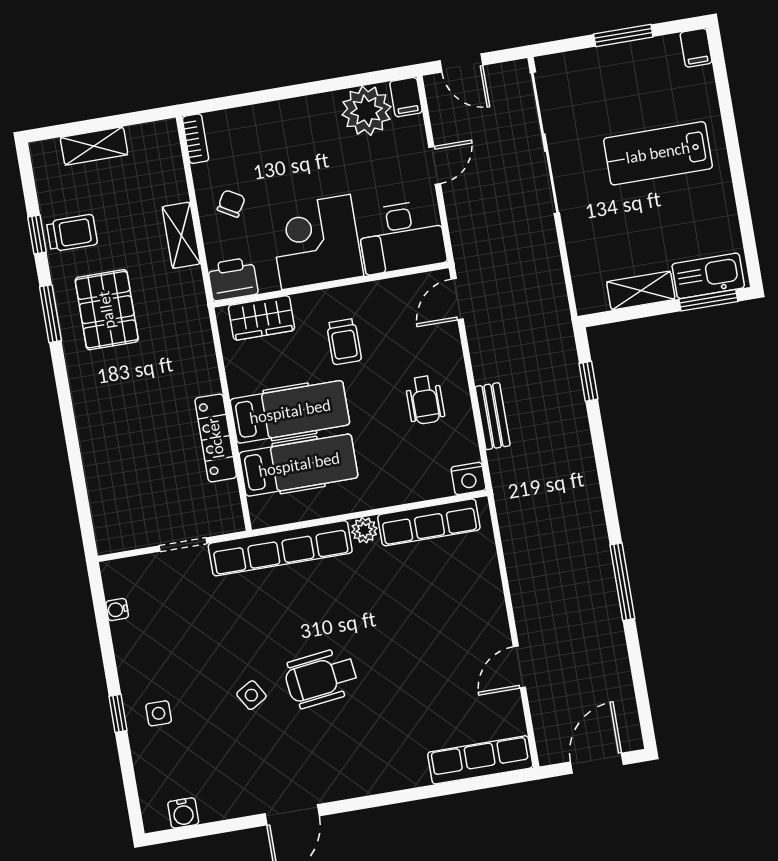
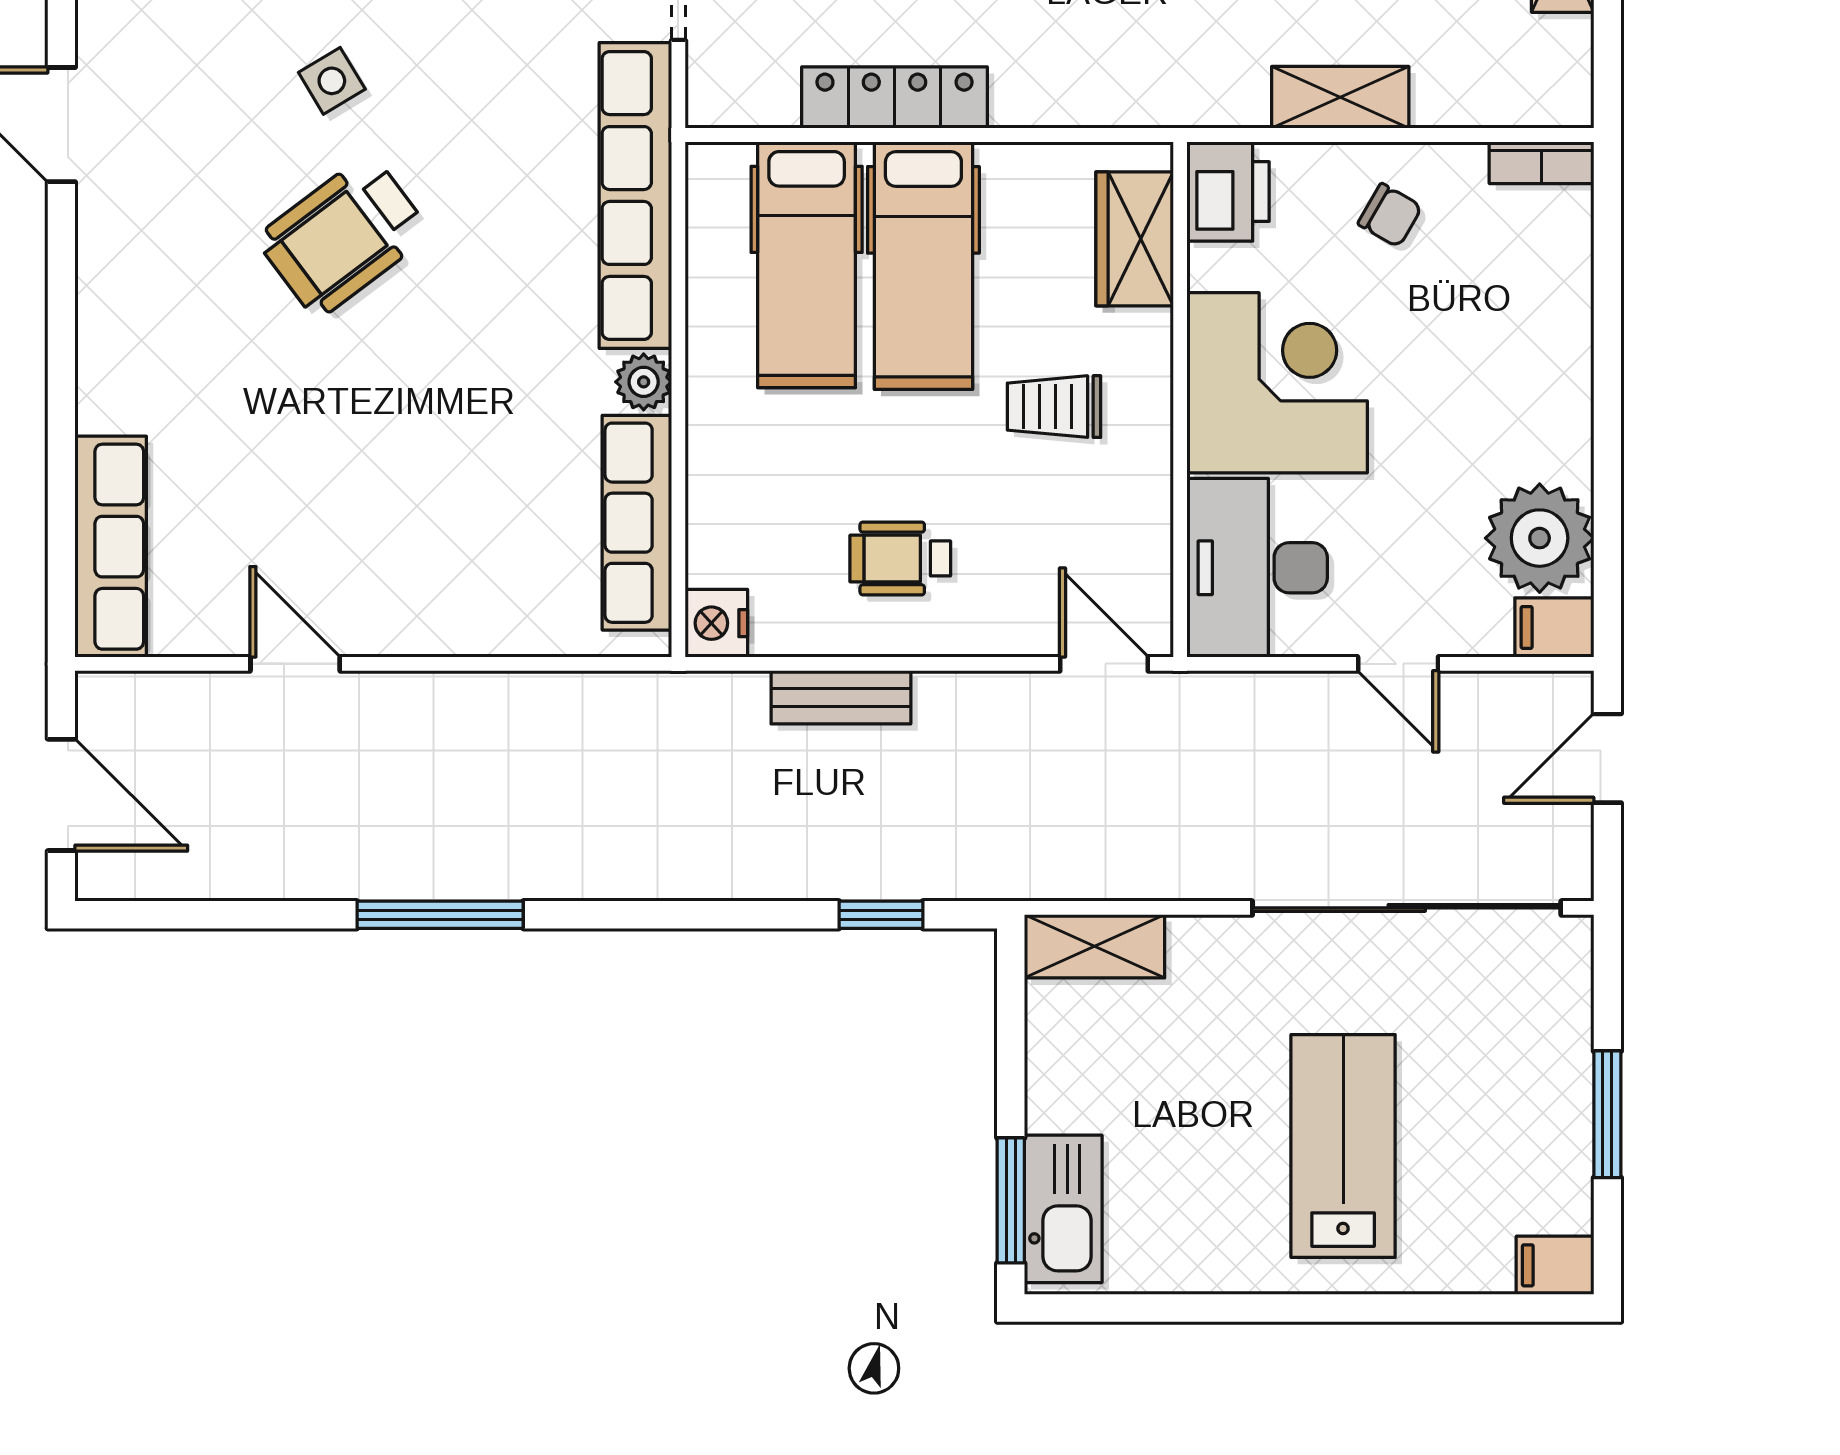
shelving: (641, 291) -> (1095, 946), moved, turned 90
wheelchair: (321, 678) -> (343, 236), turned -120

